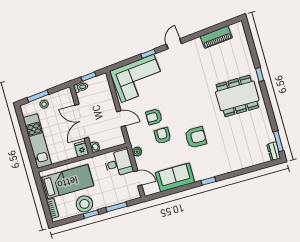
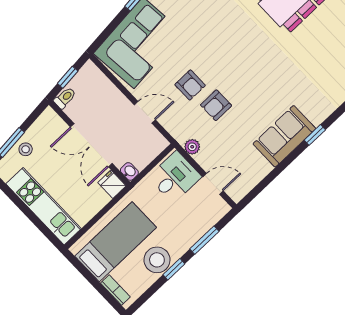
armchair: (154, 117) -> (190, 85), turned -90
armchair: (162, 136) -> (216, 105), turned -90
armchair: (196, 137) -> (264, 83), removed
sofa: (175, 177) -> (284, 136), moved

